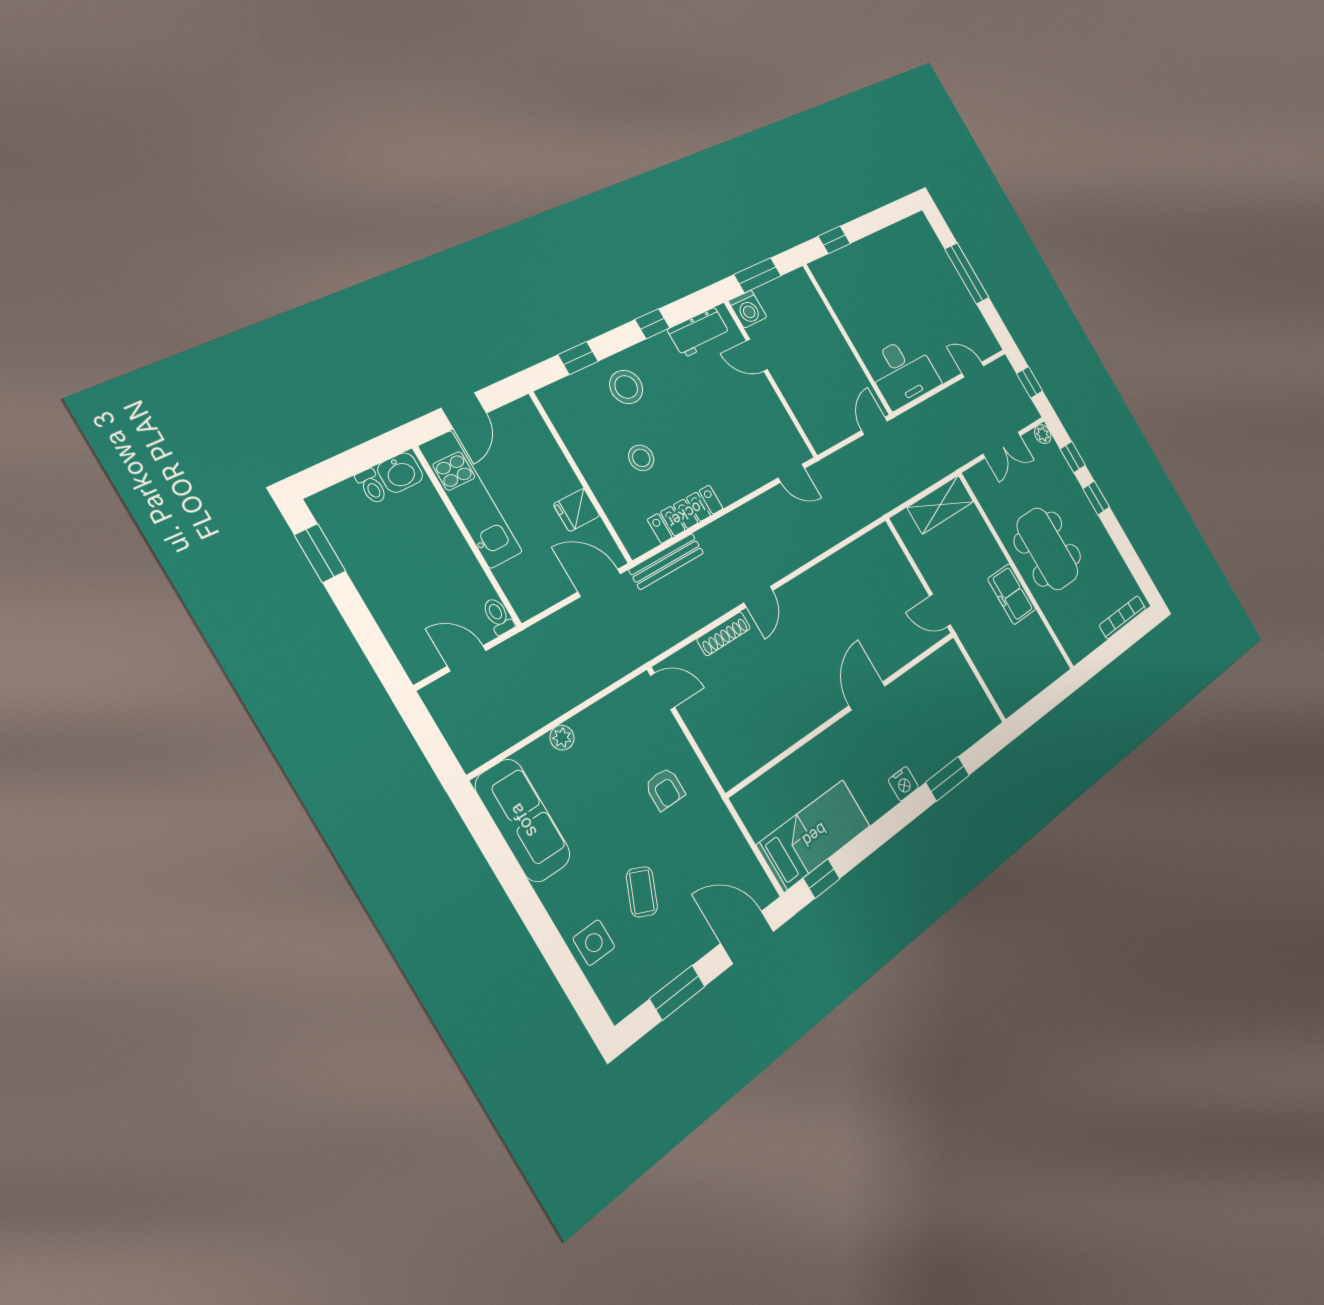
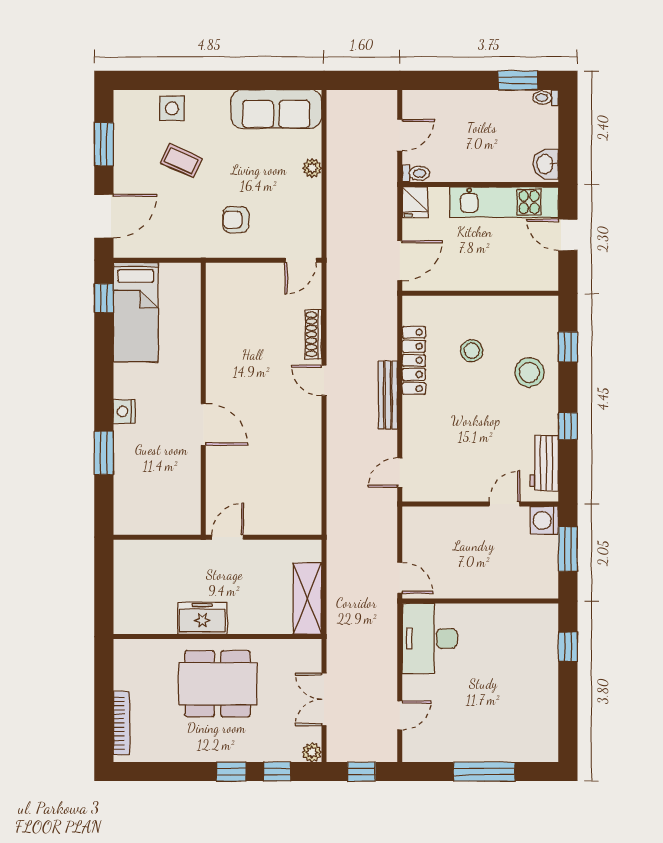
toilet: (371, 486) -> (546, 98), moved
fridge: (577, 510) -> (415, 202), moved, turned 180
bench: (666, 561) -> (388, 395), moved

